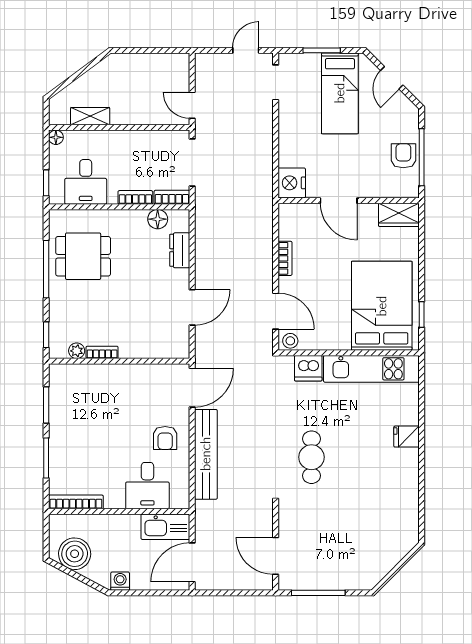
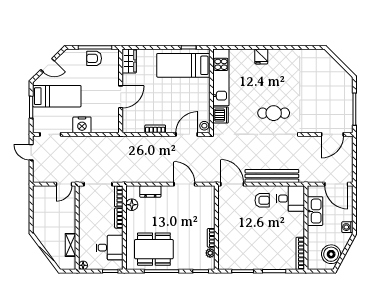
nightstand: (292, 183) -> (82, 125), moved
dining table: (83, 256) -> (154, 249), width x1.38
bed: (382, 306) -> (183, 65), width x0.67
desk: (147, 486) -> (291, 199), moved
kitchen sink: (165, 527) -> (315, 211), moved

